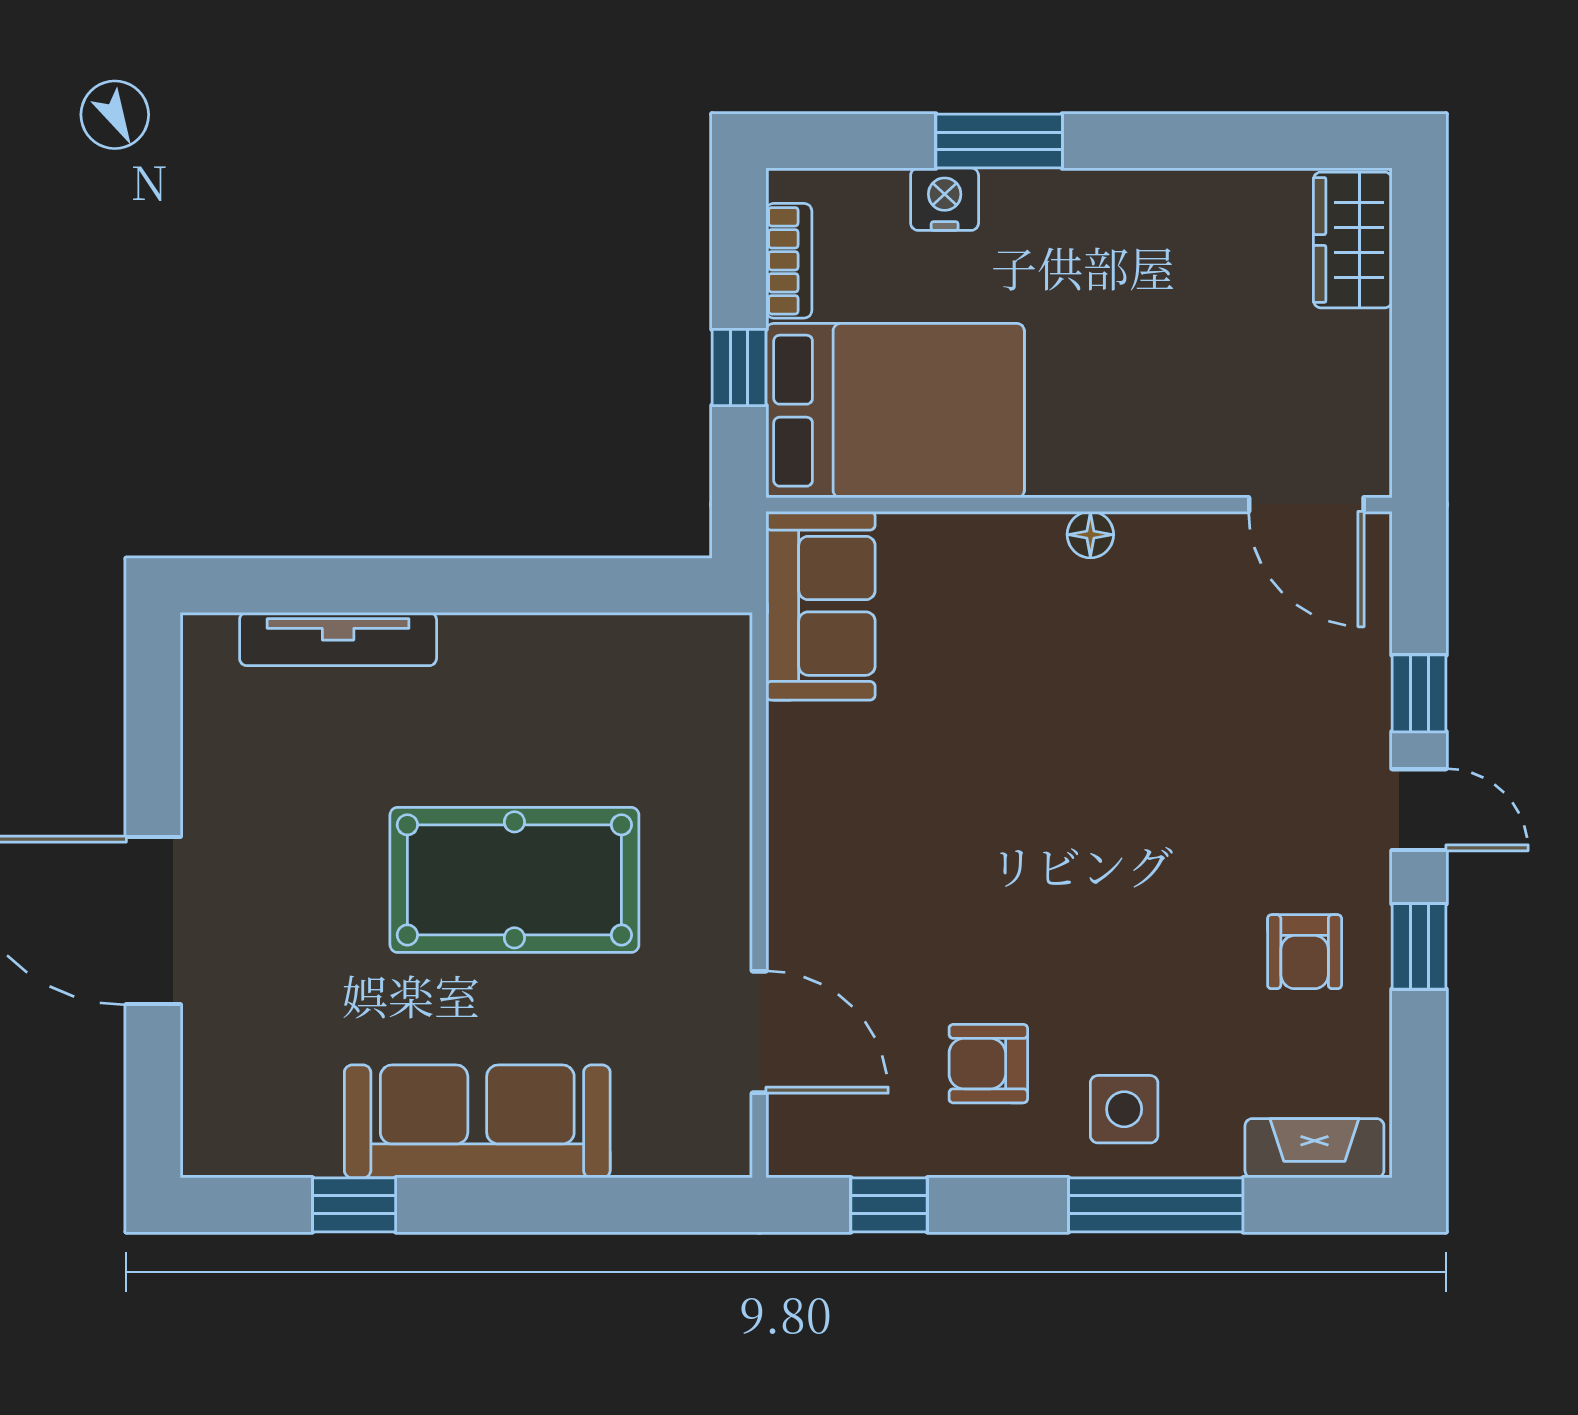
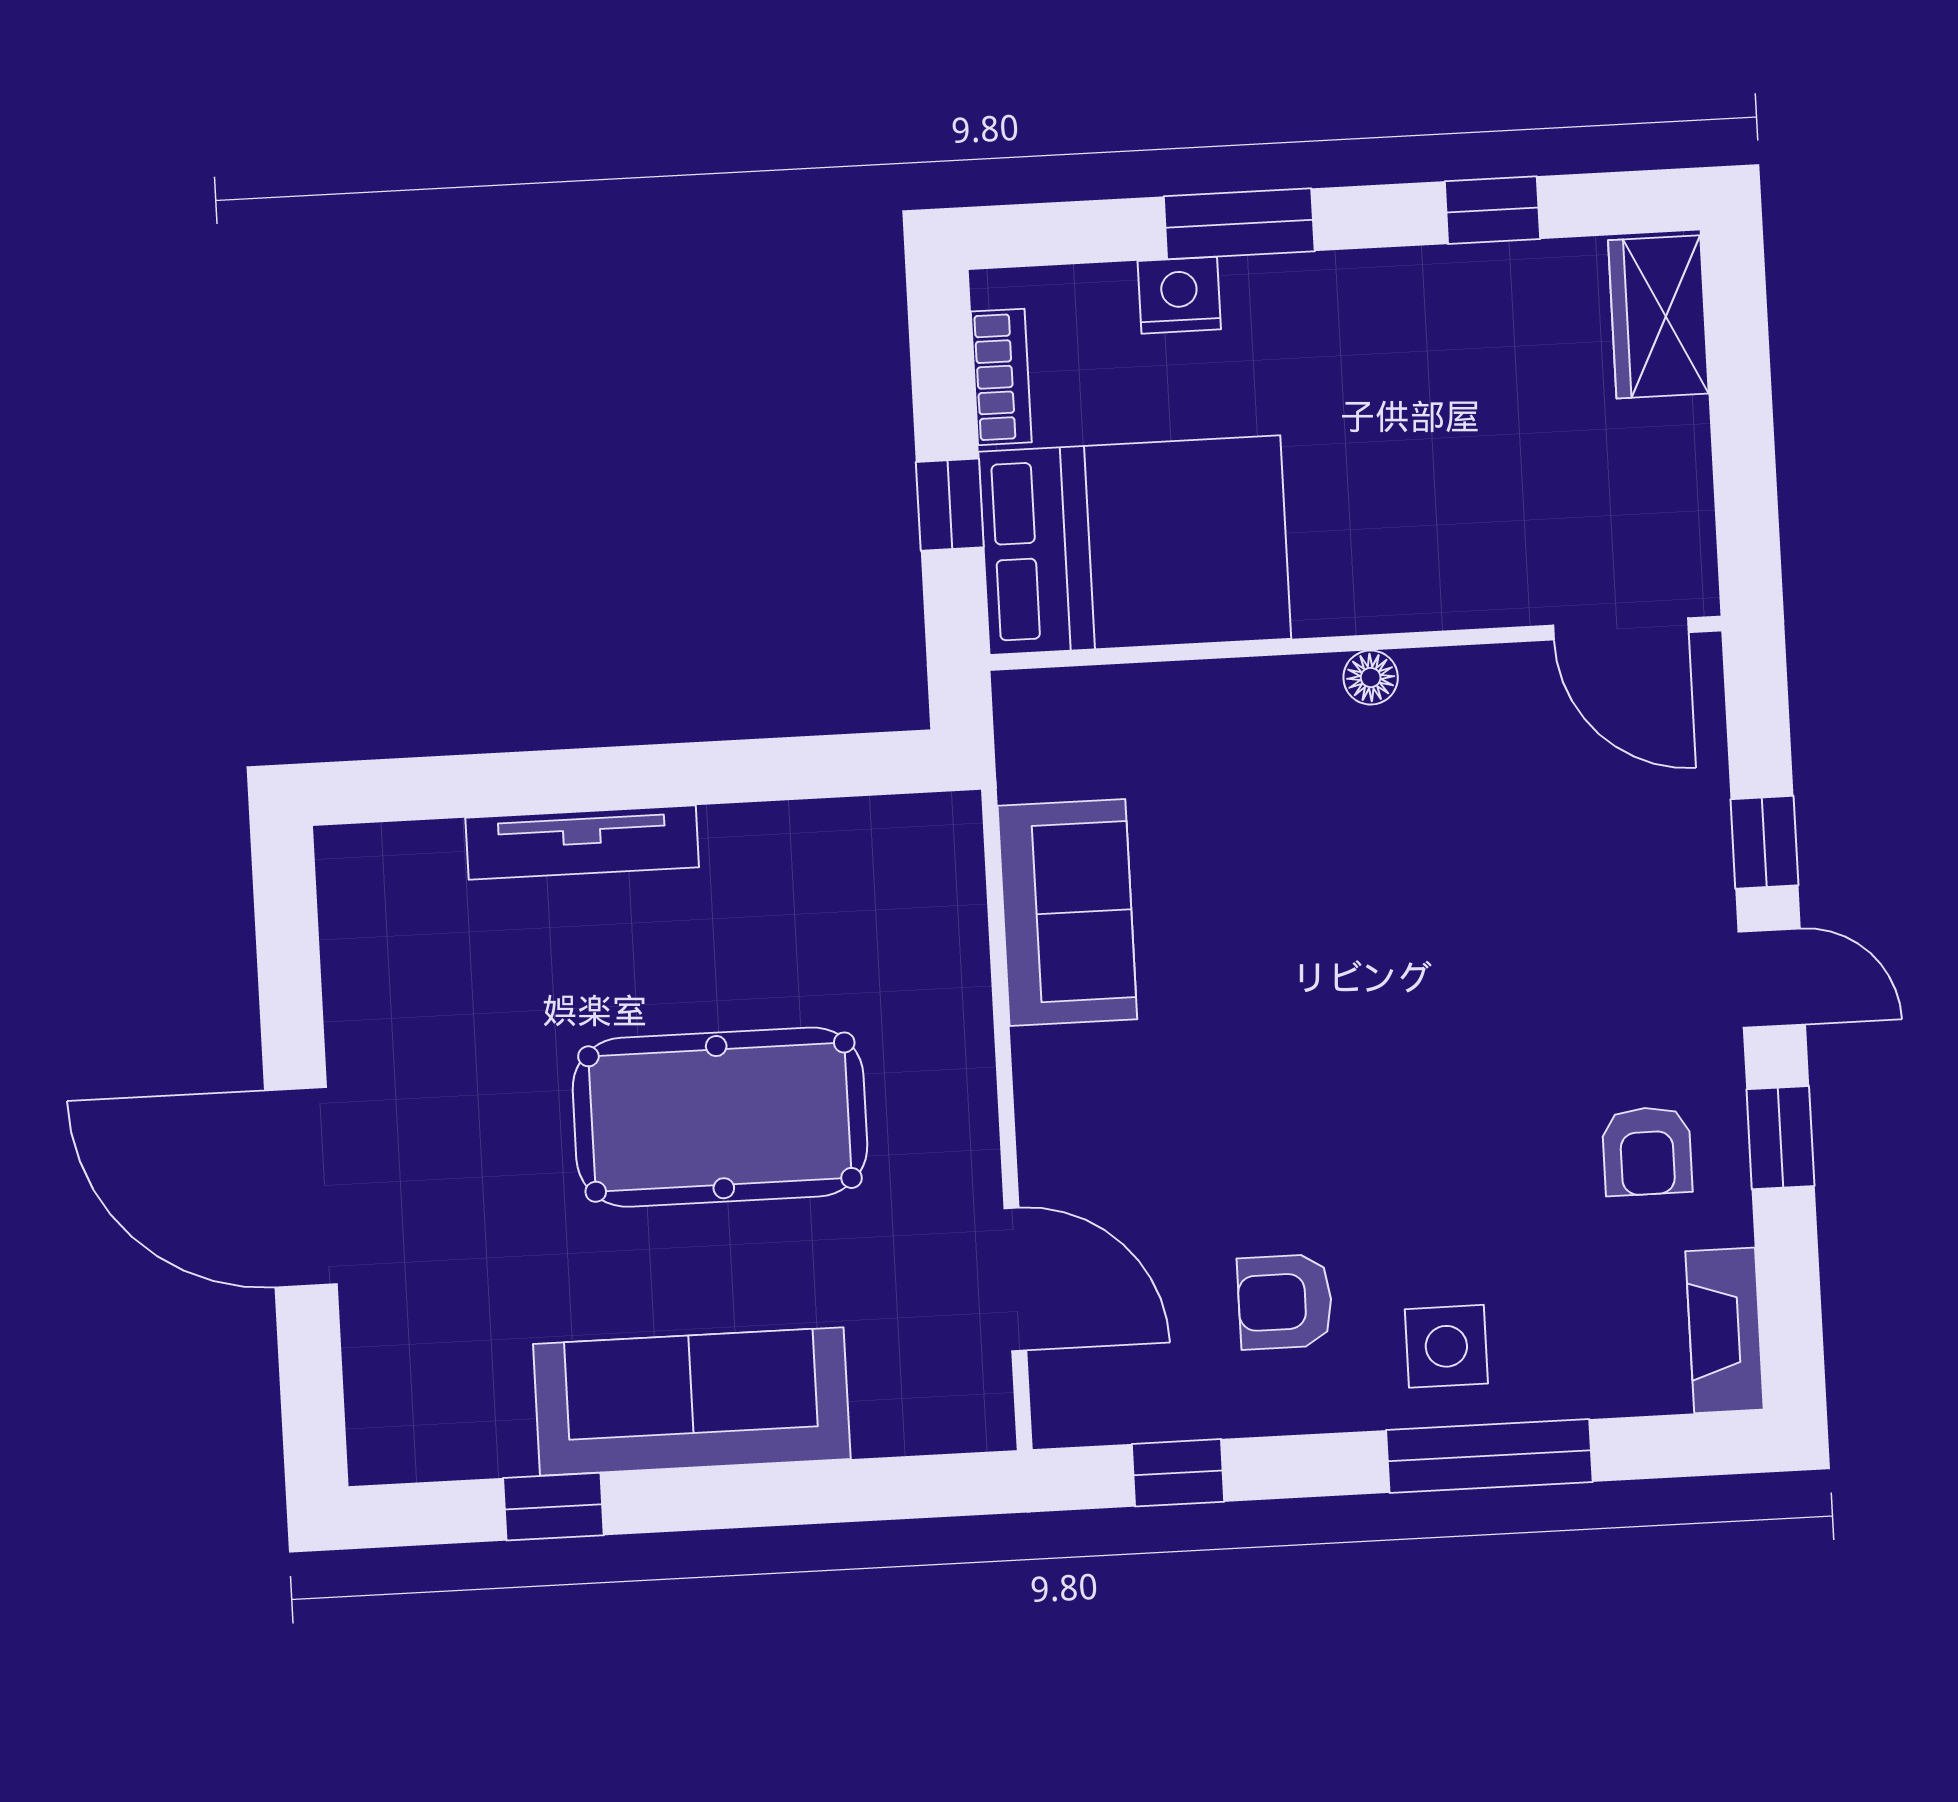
window: (1216, 141) -> (1492, 210), added
sofa: (821, 606) -> (1067, 912), moved
tv unit: (338, 639) -> (582, 843), moved
fireplace: (1314, 1148) -> (1725, 1330), moved, turned -90

